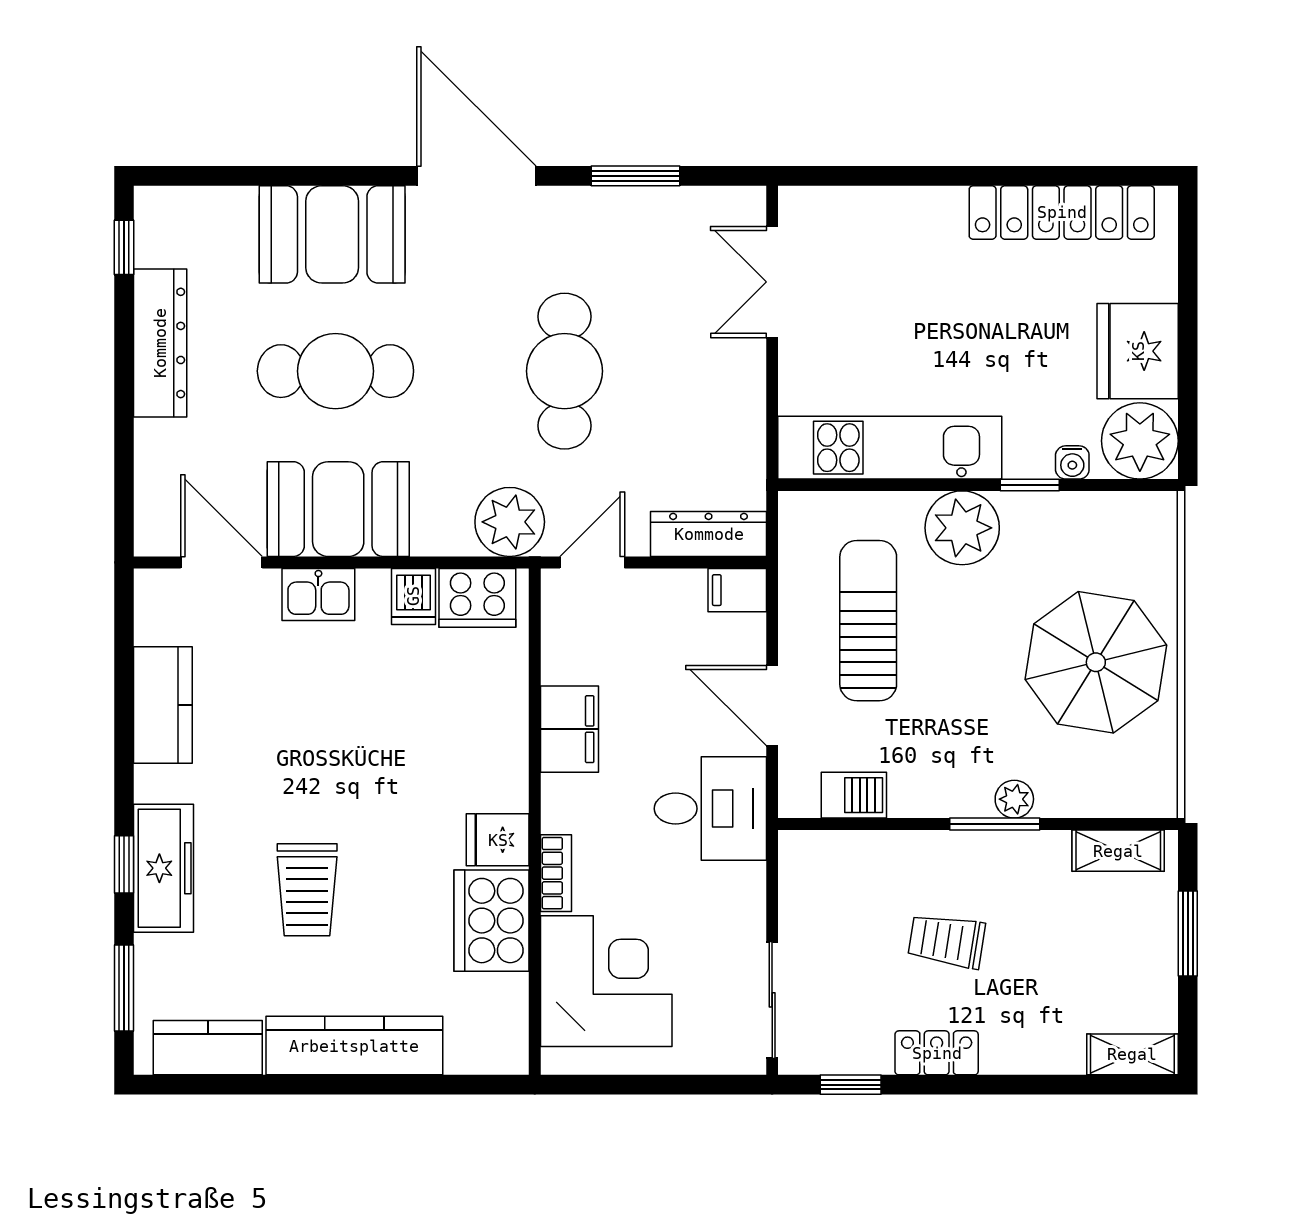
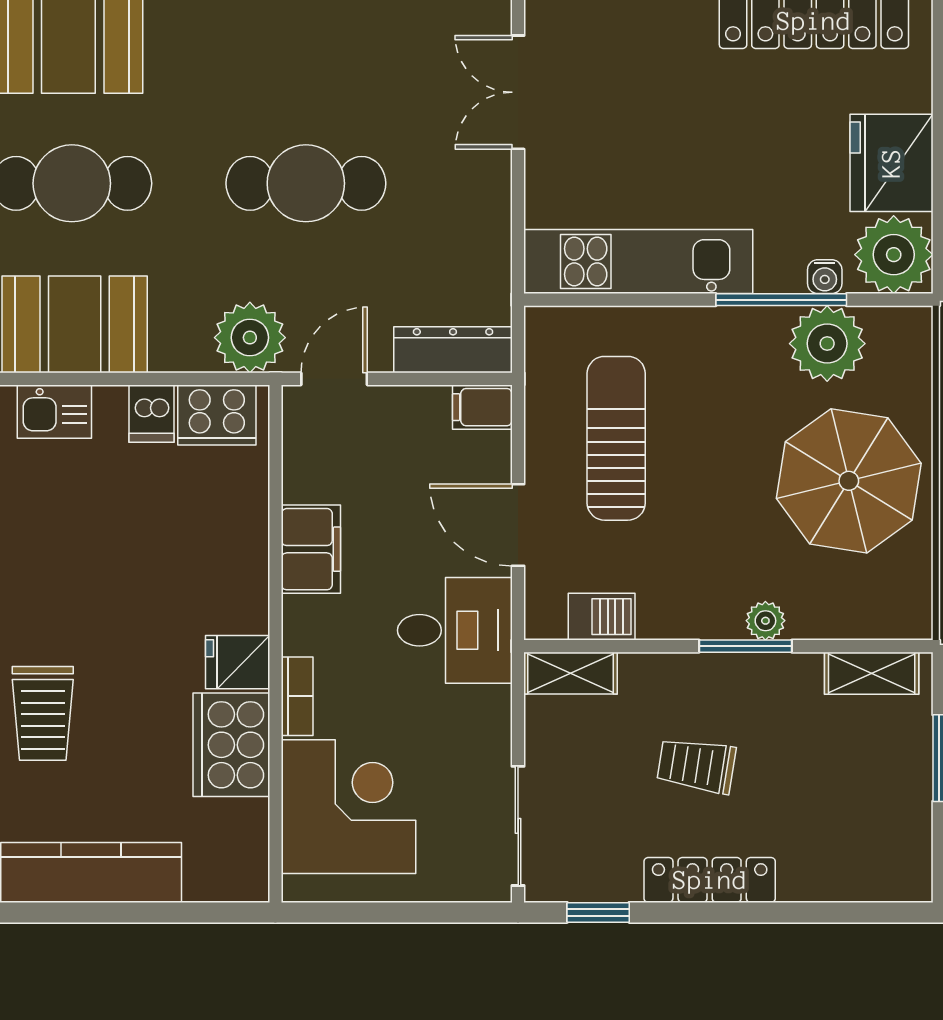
cafe table: (564, 371) -> (306, 183), turned 90
window: (1030, 485) -> (781, 300), width x2.17
plant: (962, 528) -> (827, 344), moved
locker: (937, 1053) -> (710, 880), width x1.53
shelving: (1132, 1054) -> (571, 673), moved

